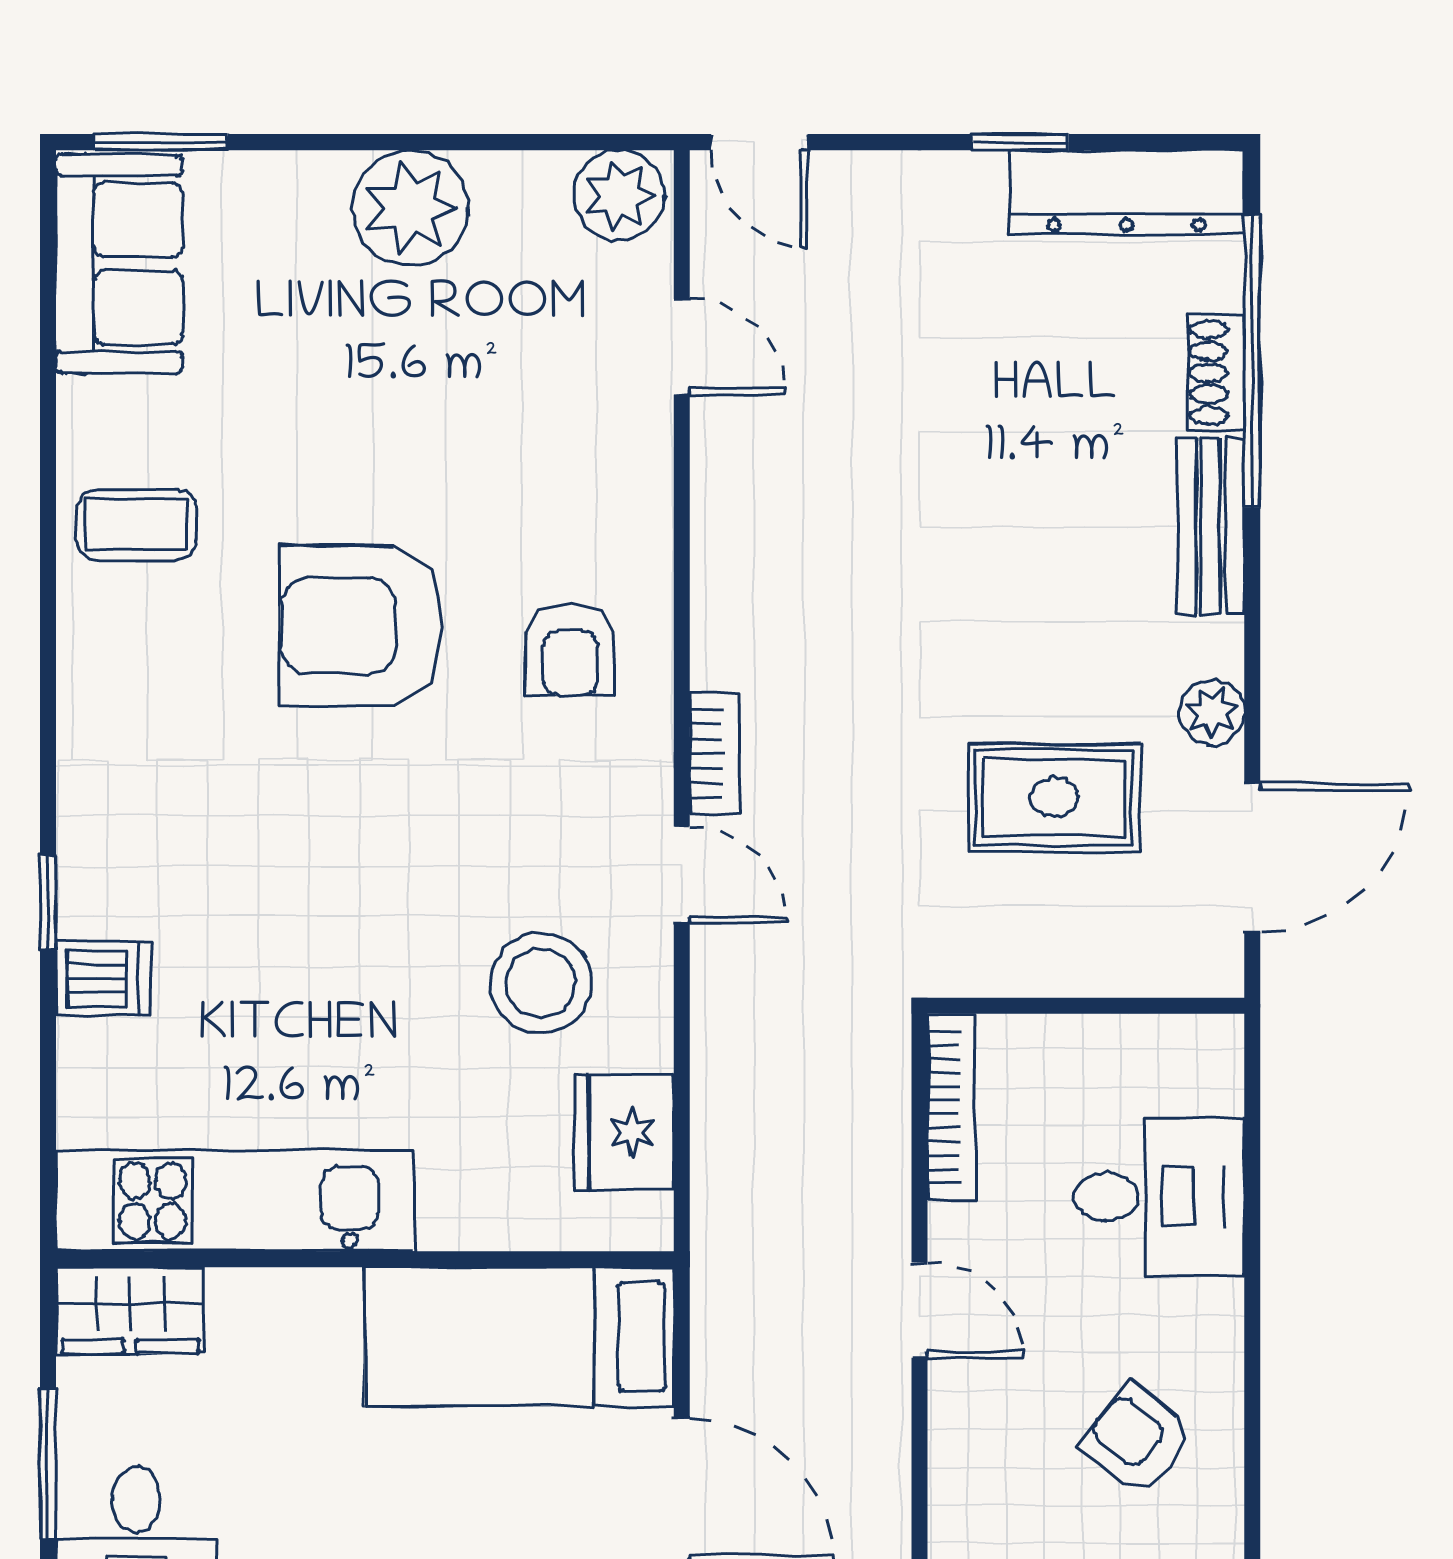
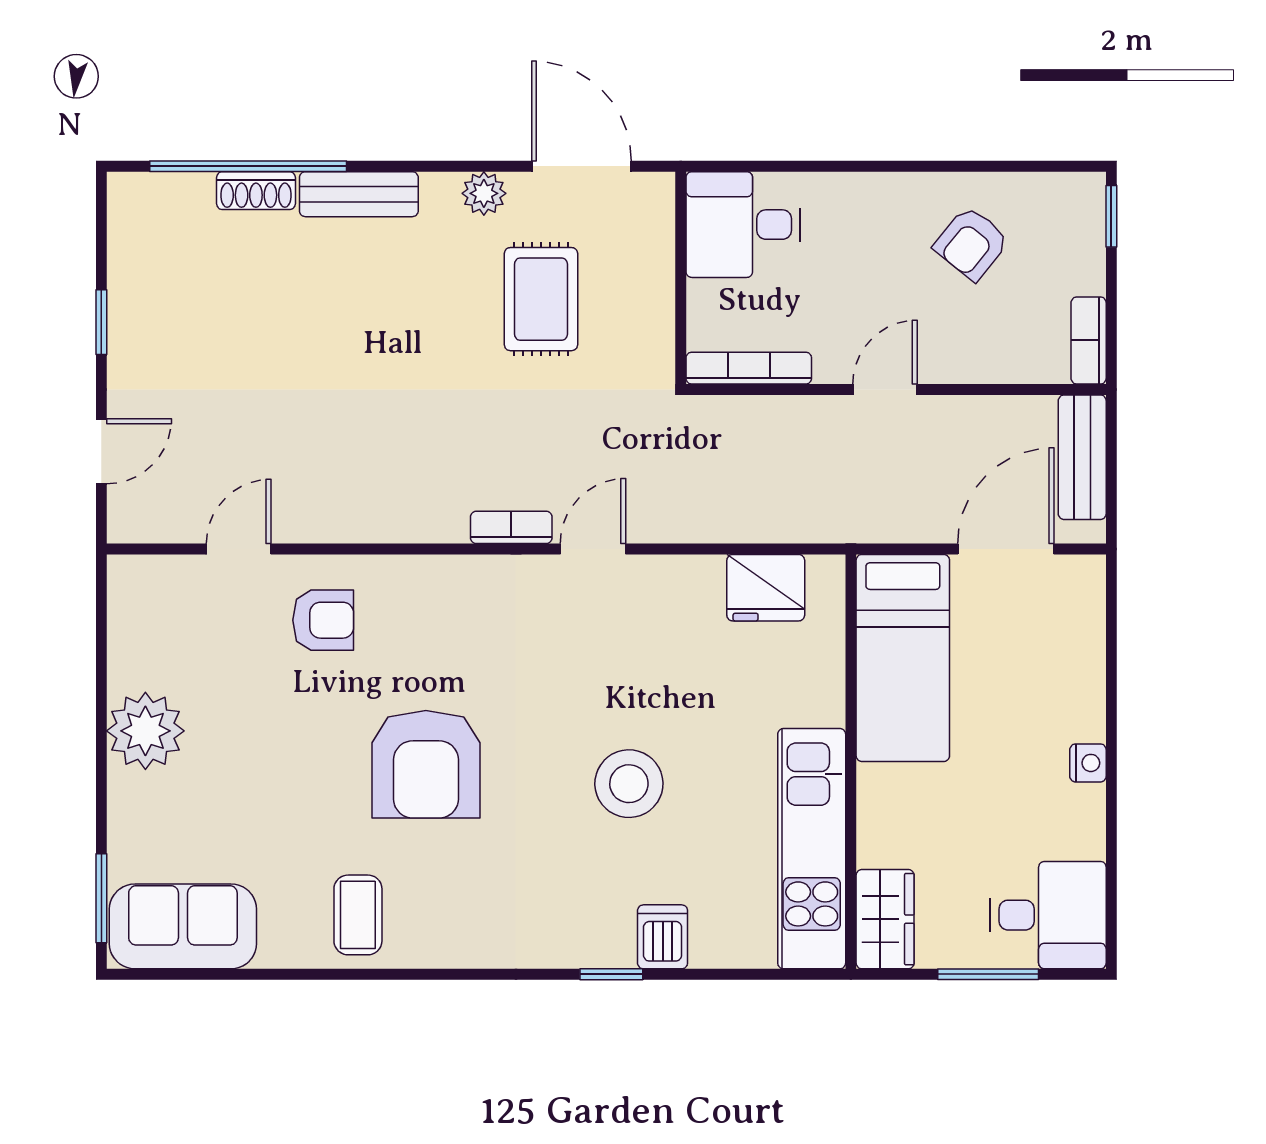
door: (759, 142) -> (101, 451), moved
dresser: (1126, 192) -> (135, 251), removed
plant: (619, 195) -> (137, 591), removed
armchair: (570, 650) -> (323, 620), moved
stool: (541, 983) -> (629, 784), moved
desk: (1159, 1197) -> (743, 225), moved, turned -90

